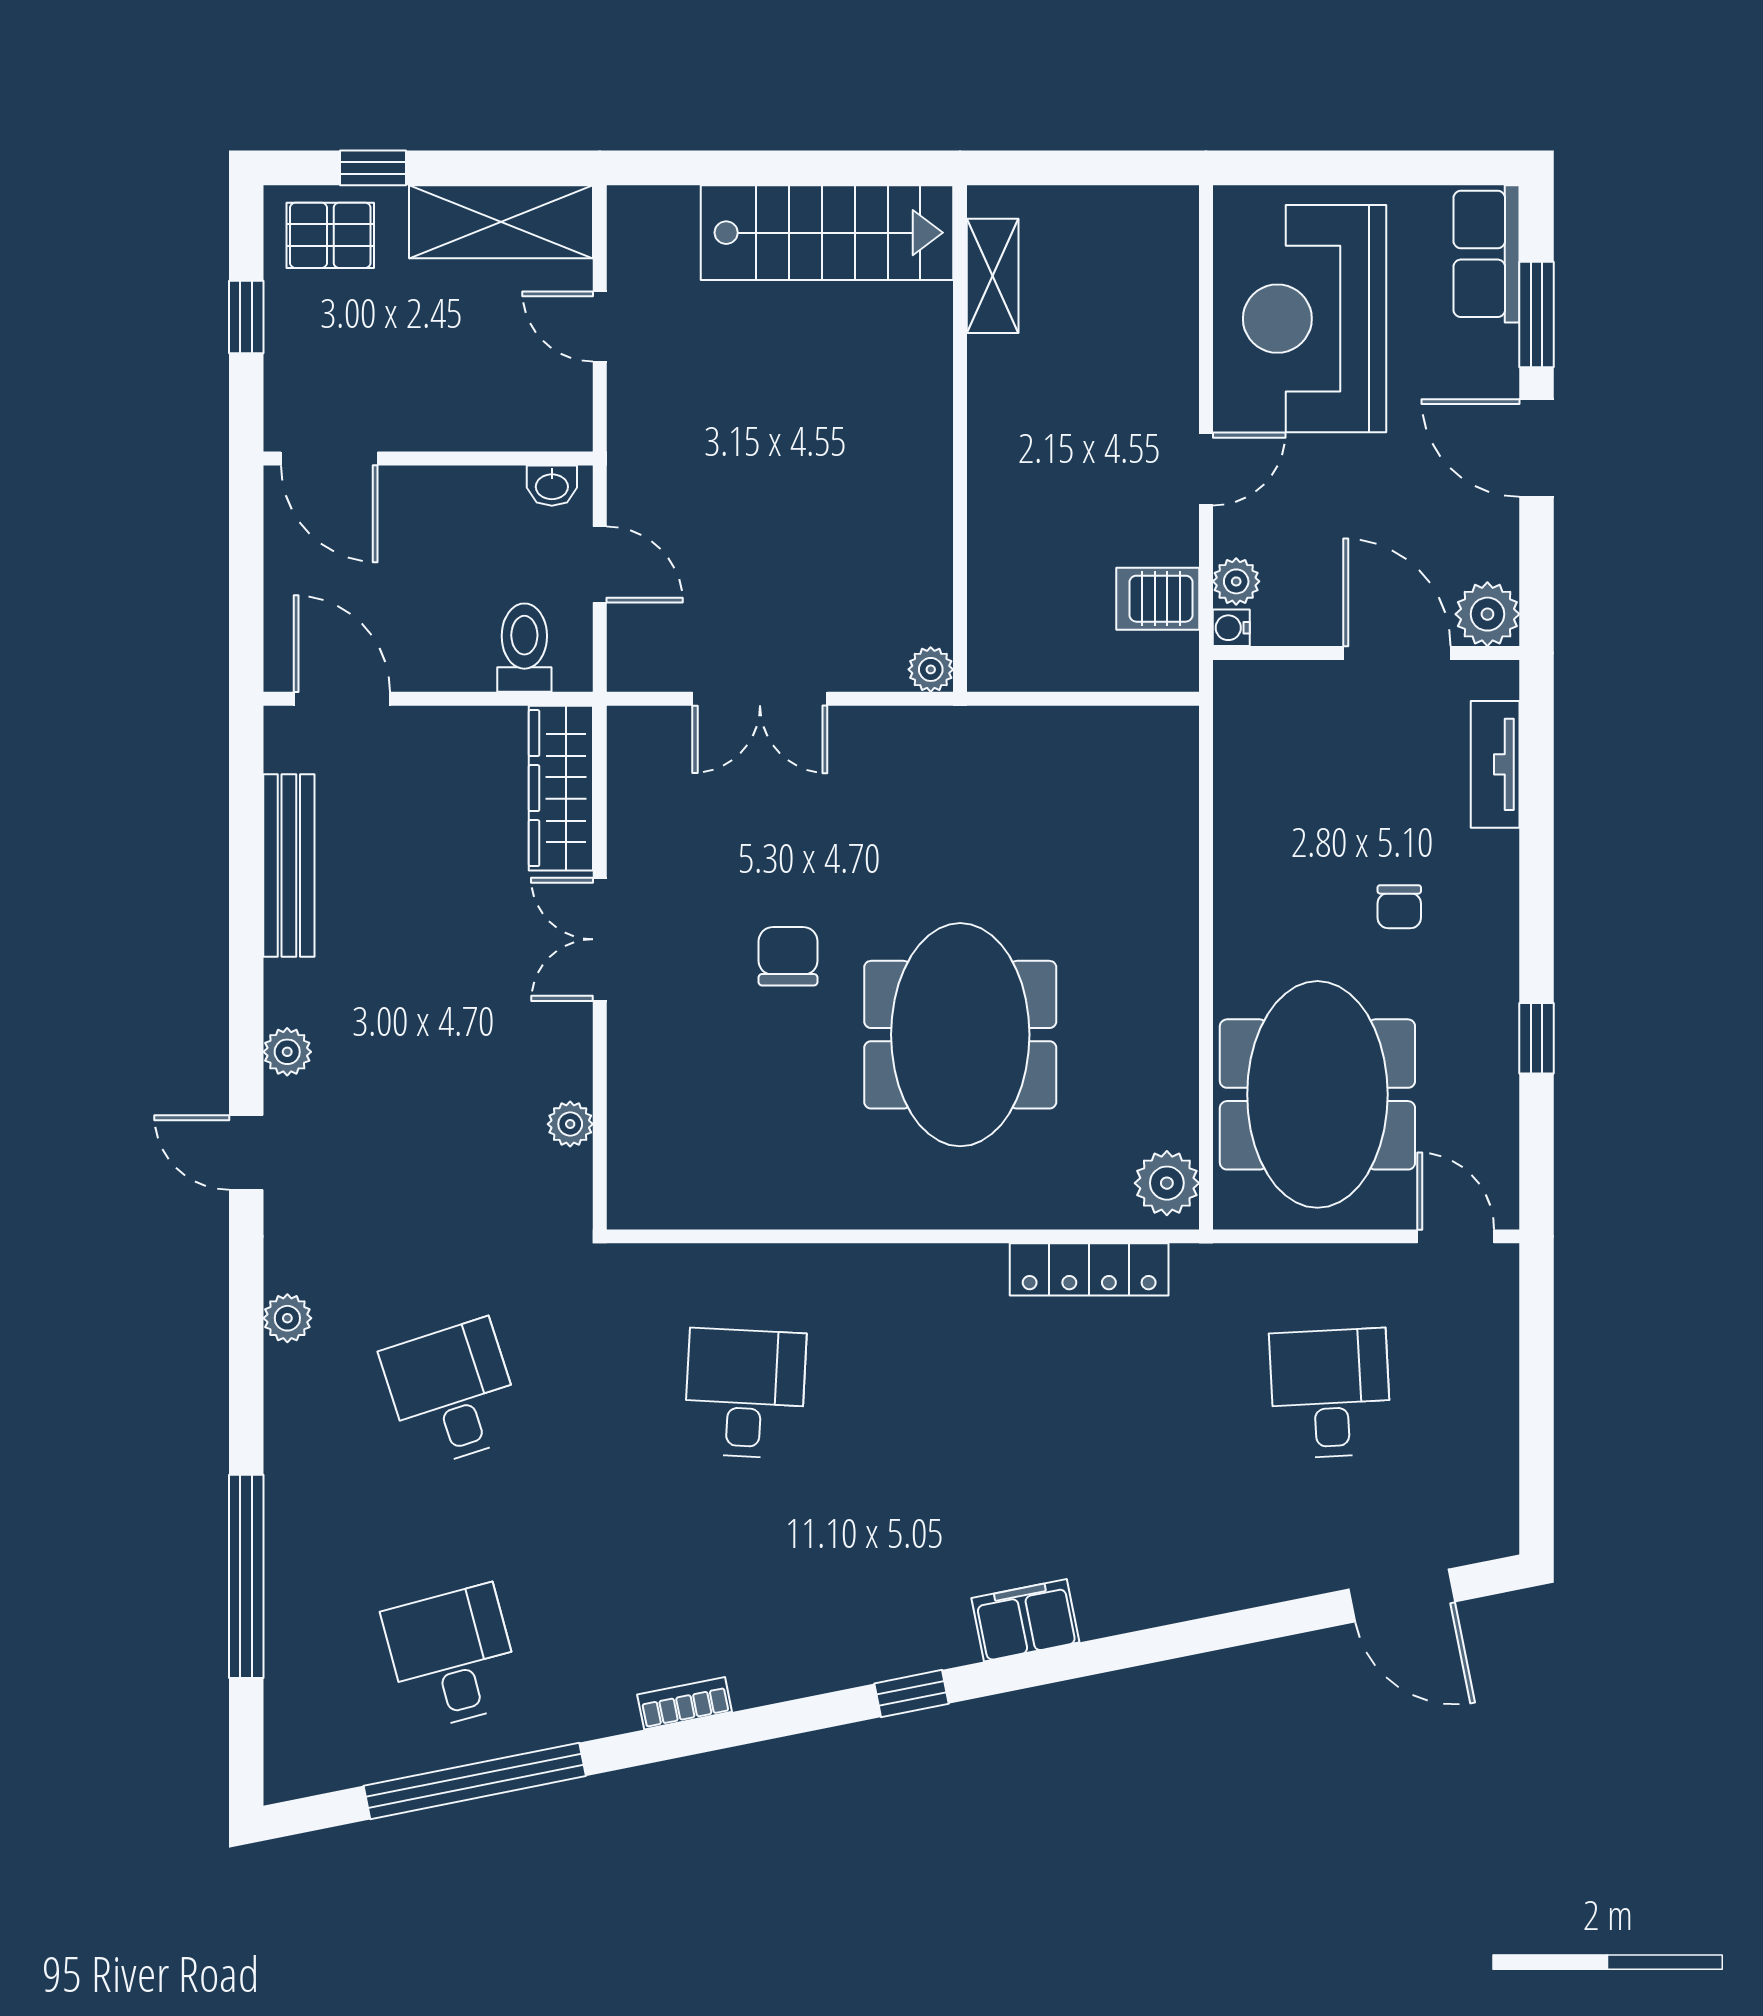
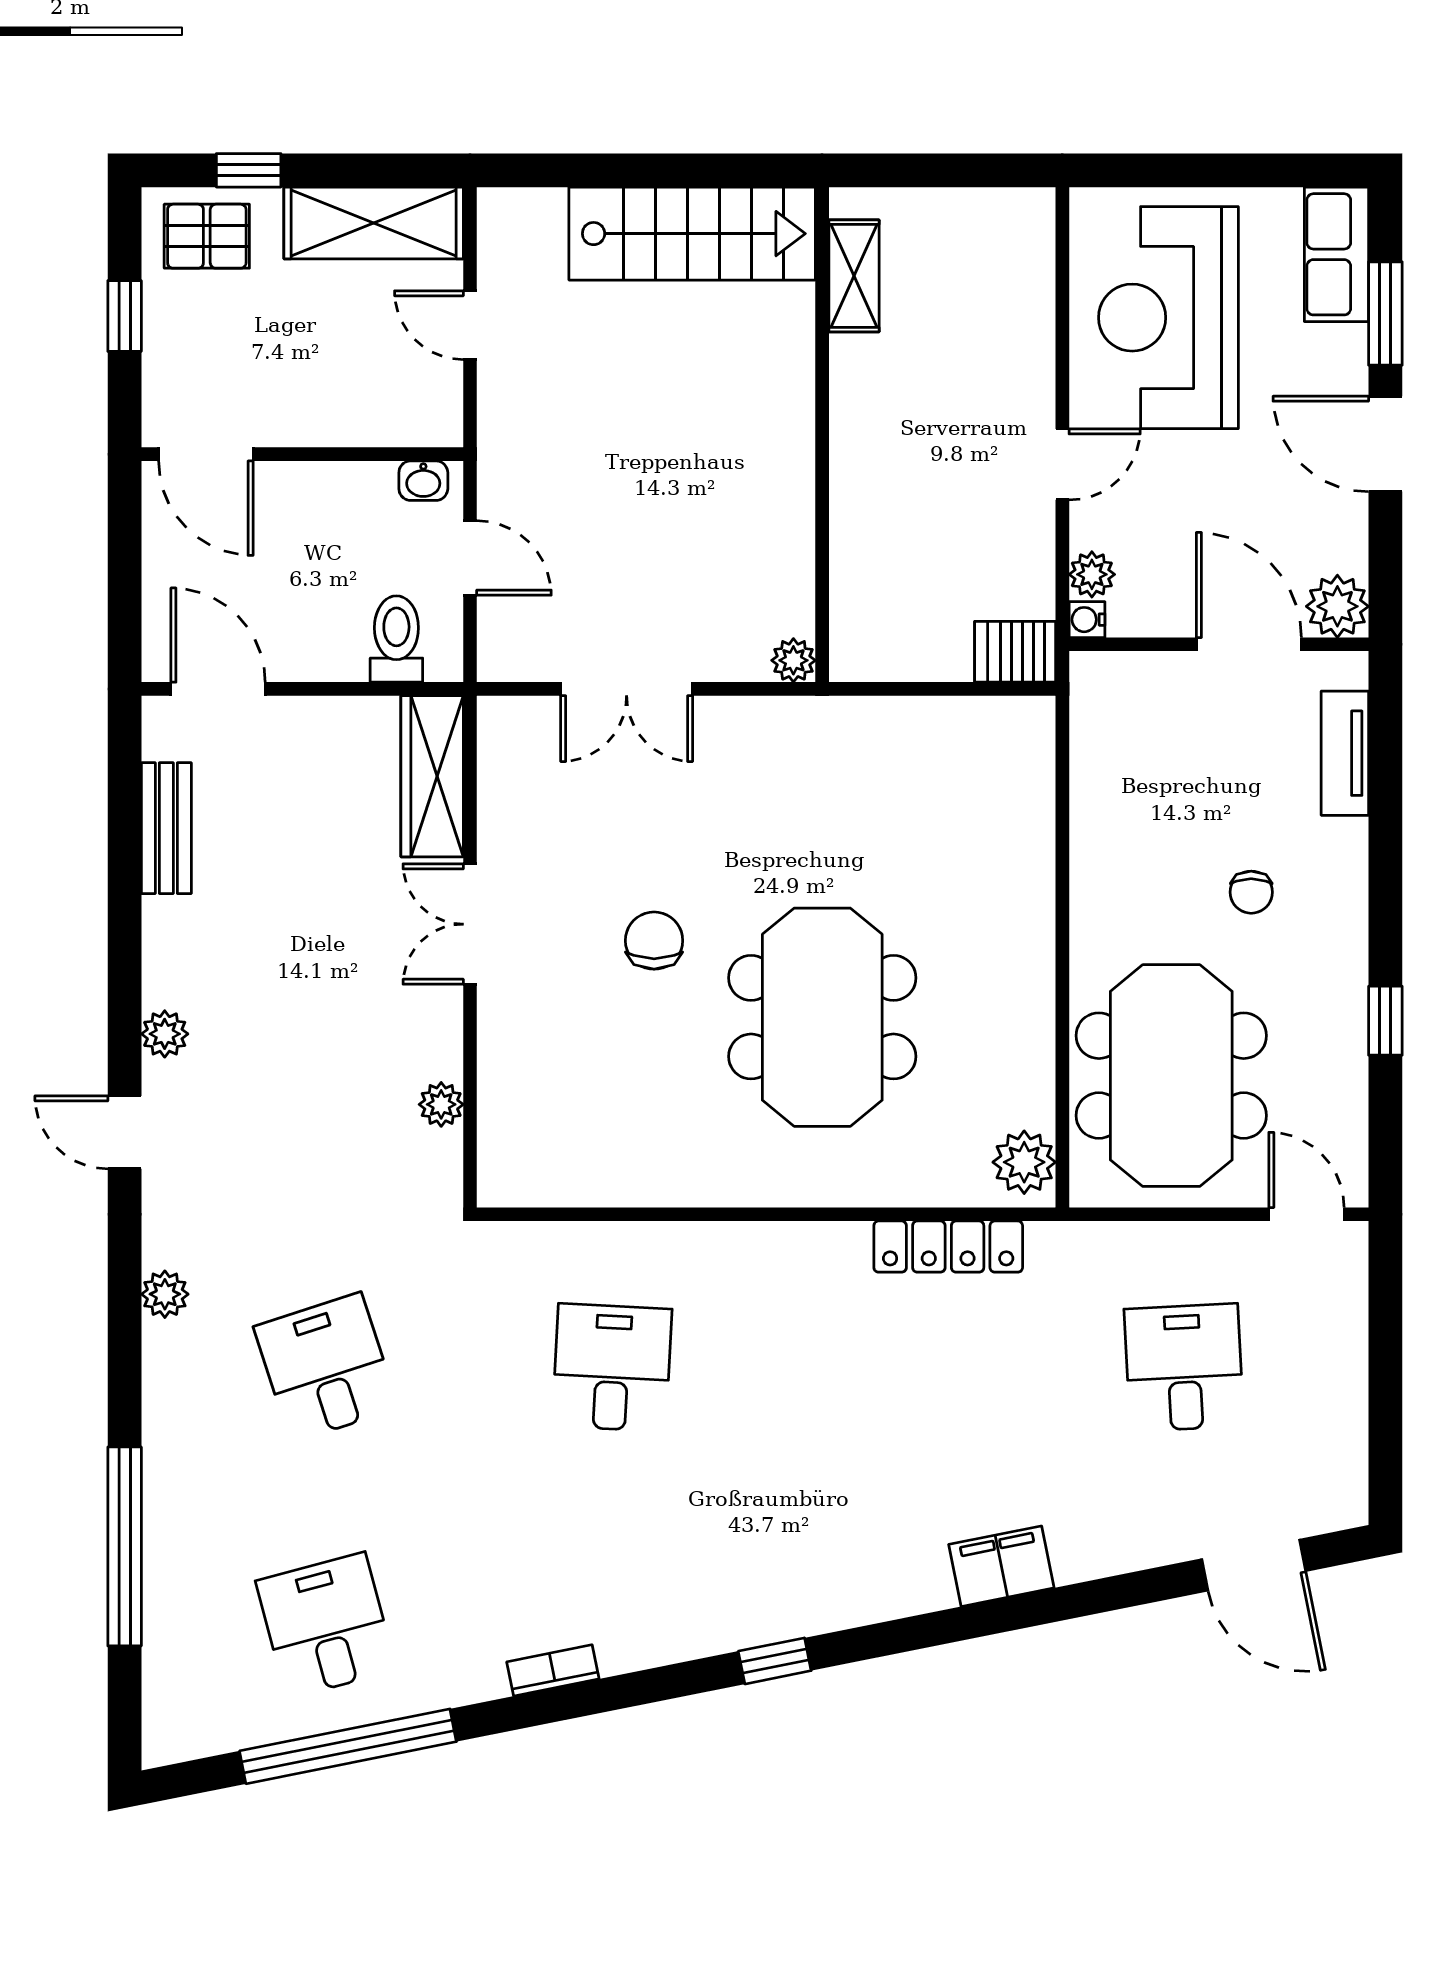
server rack: (1158, 599) -> (1015, 652), moved
bench: (289, 866) -> (166, 828), width x0.73
filing cabinet: (1025, 1620) -> (1001, 1566), moved

